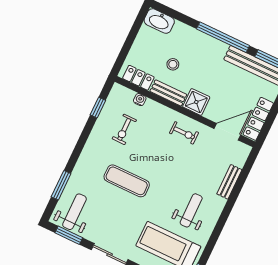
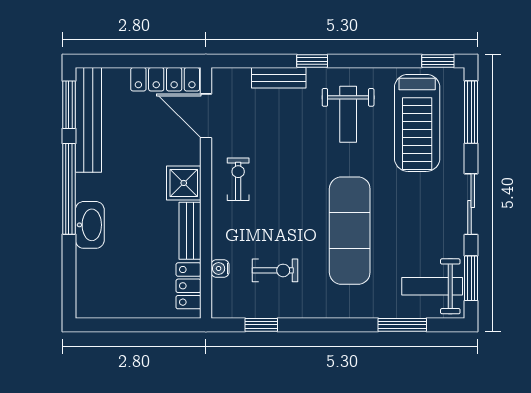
washbasin: (159, 21) -> (90, 225), moved
stool: (173, 64) -> (144, 244), removed
exercise mat: (127, 181) -> (350, 231), width x1.36, depth x1.45
window: (230, 205) -> (312, 61), added
weight bench: (191, 210) -> (348, 114), turned -90

